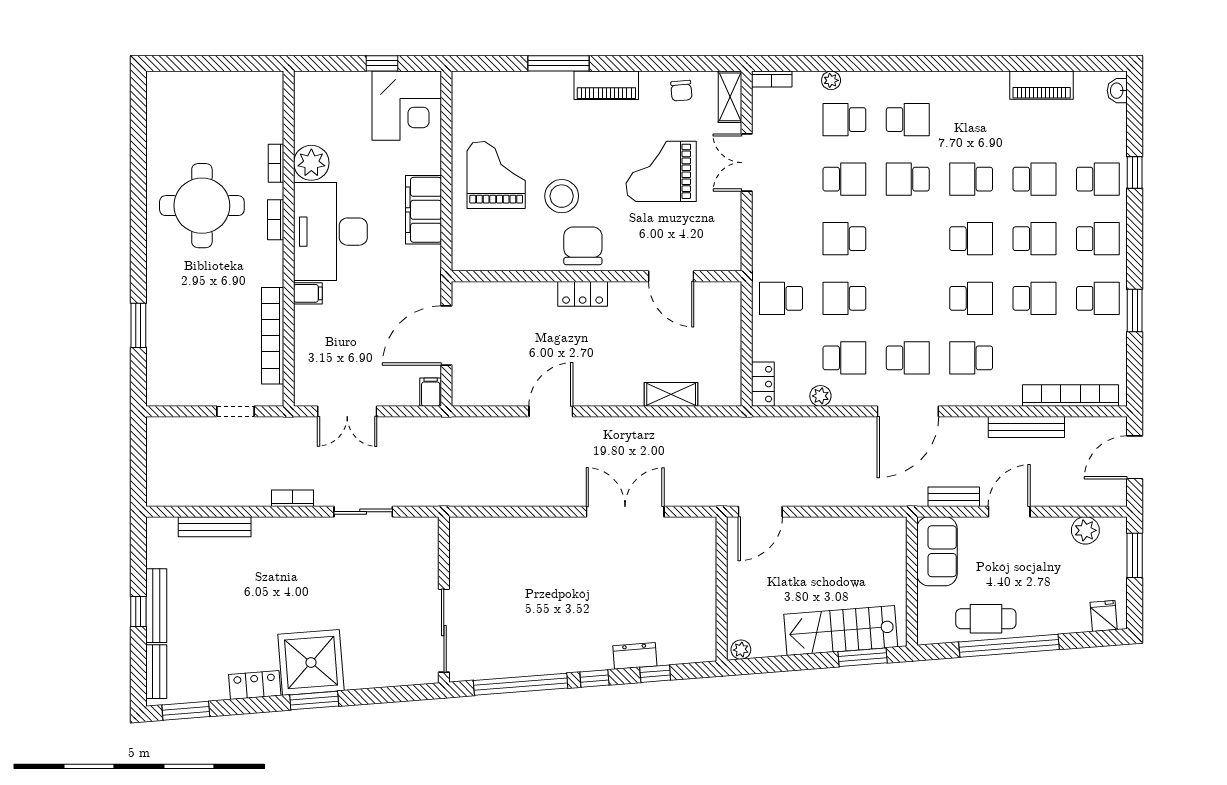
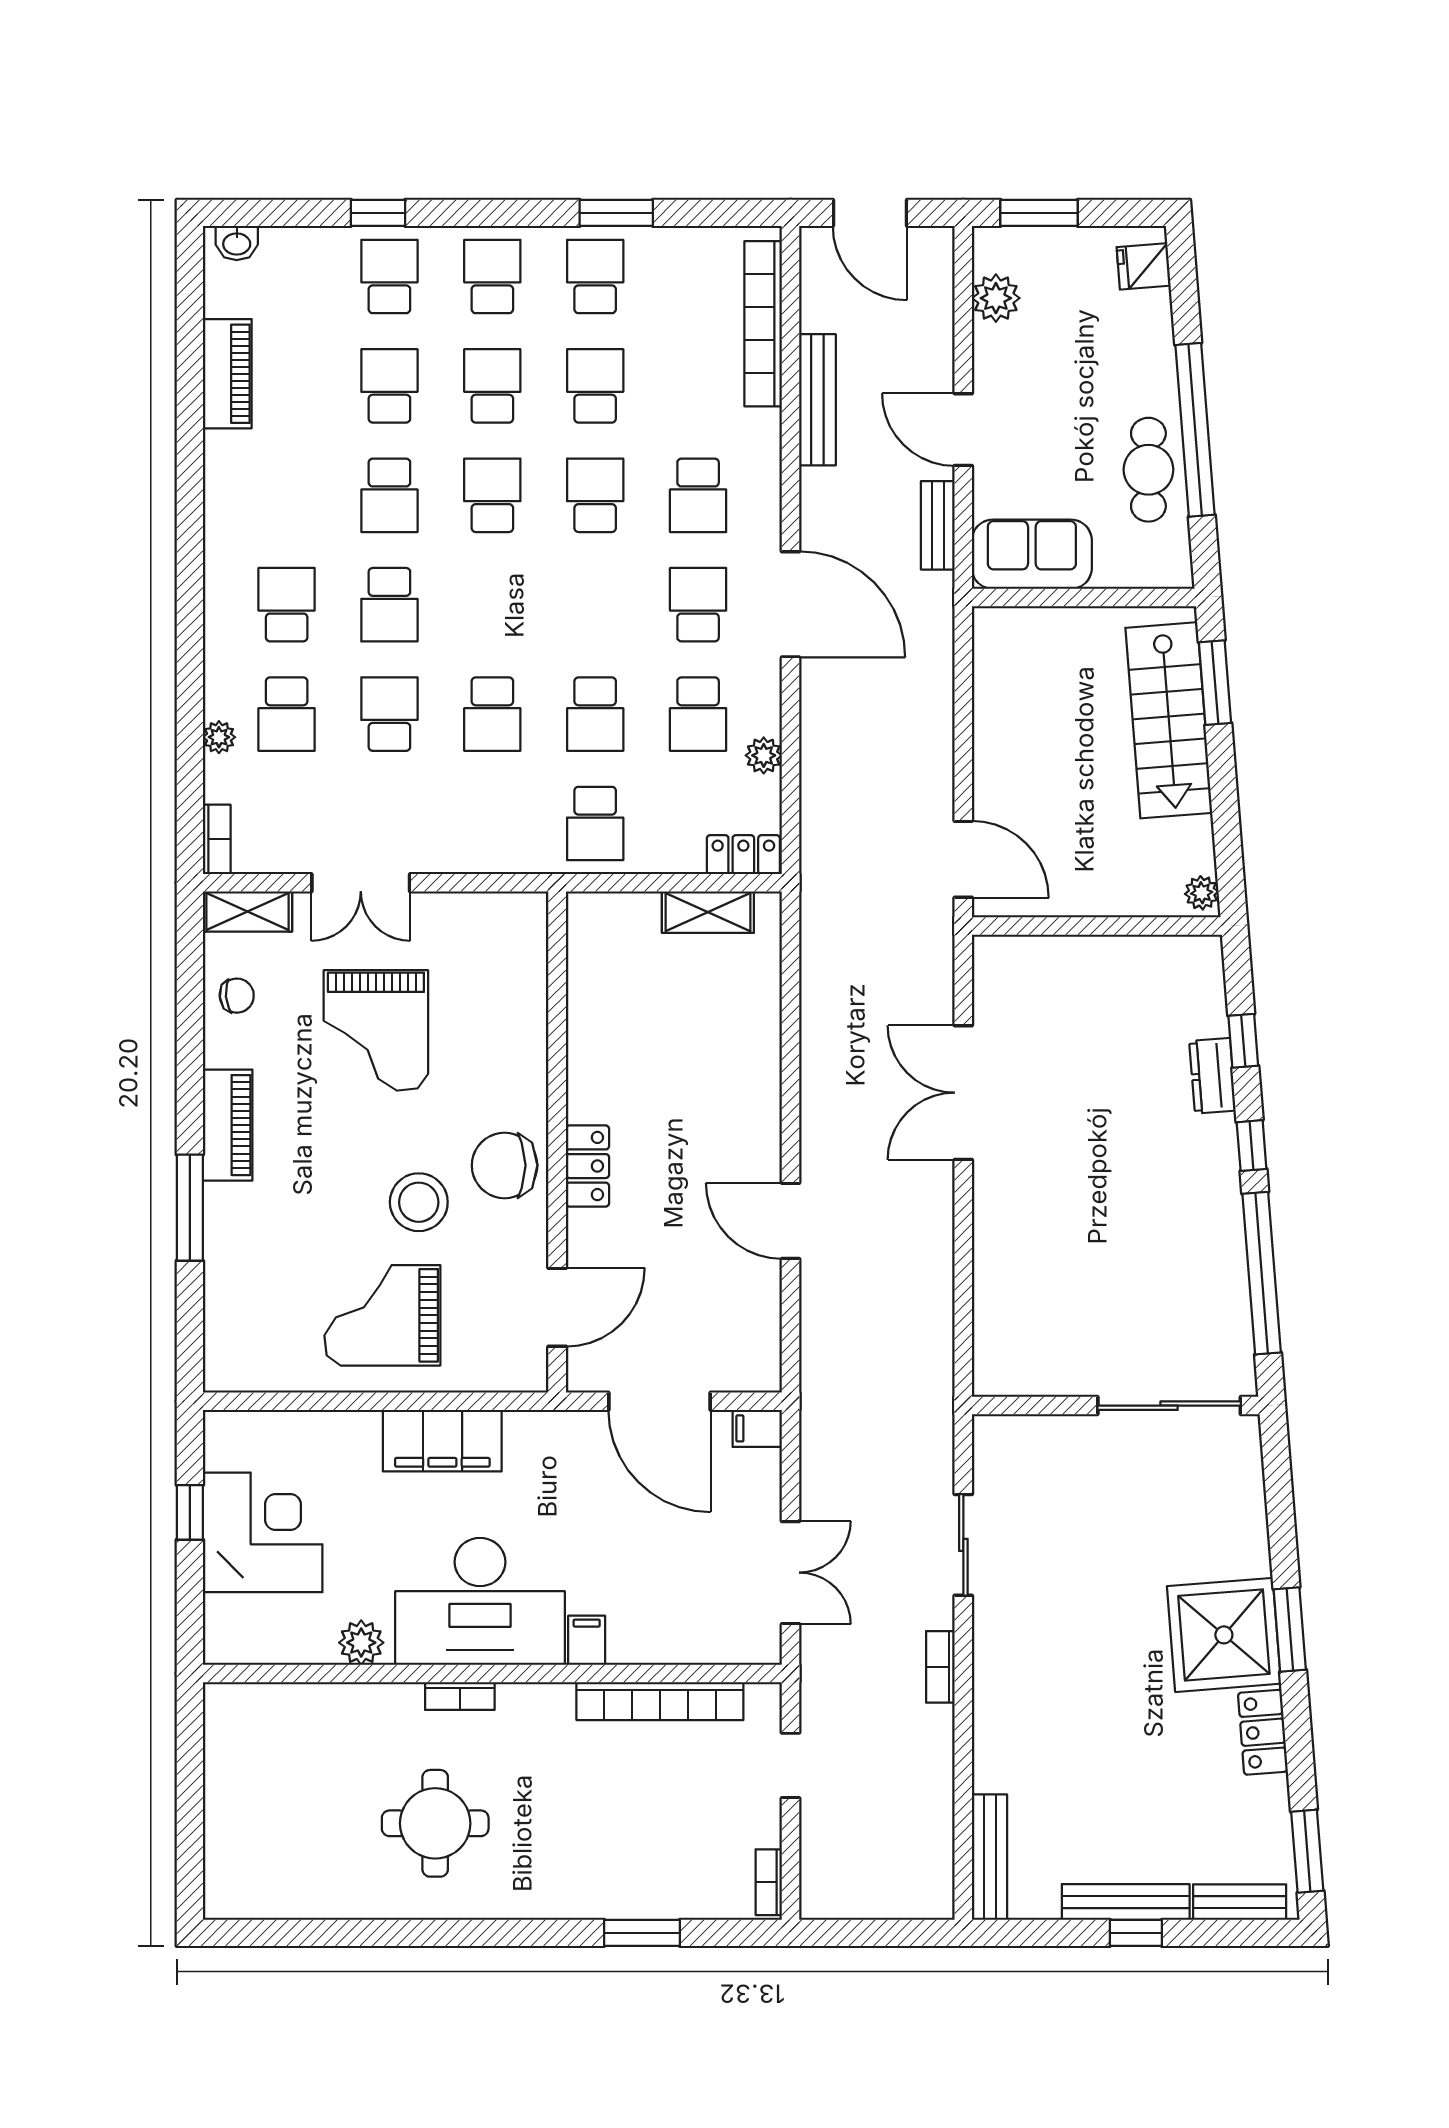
corner desk: (407, 106) -> (263, 1532), moved
bookcase: (276, 163) -> (769, 1882), moved, turned 90
plant: (311, 163) -> (361, 1643), width x0.73, depth x0.73
round table: (202, 206) -> (435, 1823), width x0.73, depth x0.73
door: (671, 276) -> (557, 1307), moved
school desk: (844, 358) -> (698, 714), turned 180
shelving: (671, 394) -> (708, 912), moved, turned 90
bench: (215, 527) -> (990, 1857), moved

